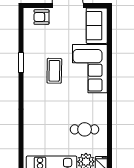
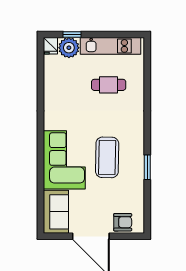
coffee table: (54, 71) -> (107, 157), width x1.36, depth x1.32
cafe table: (85, 129) -> (109, 85), moved

